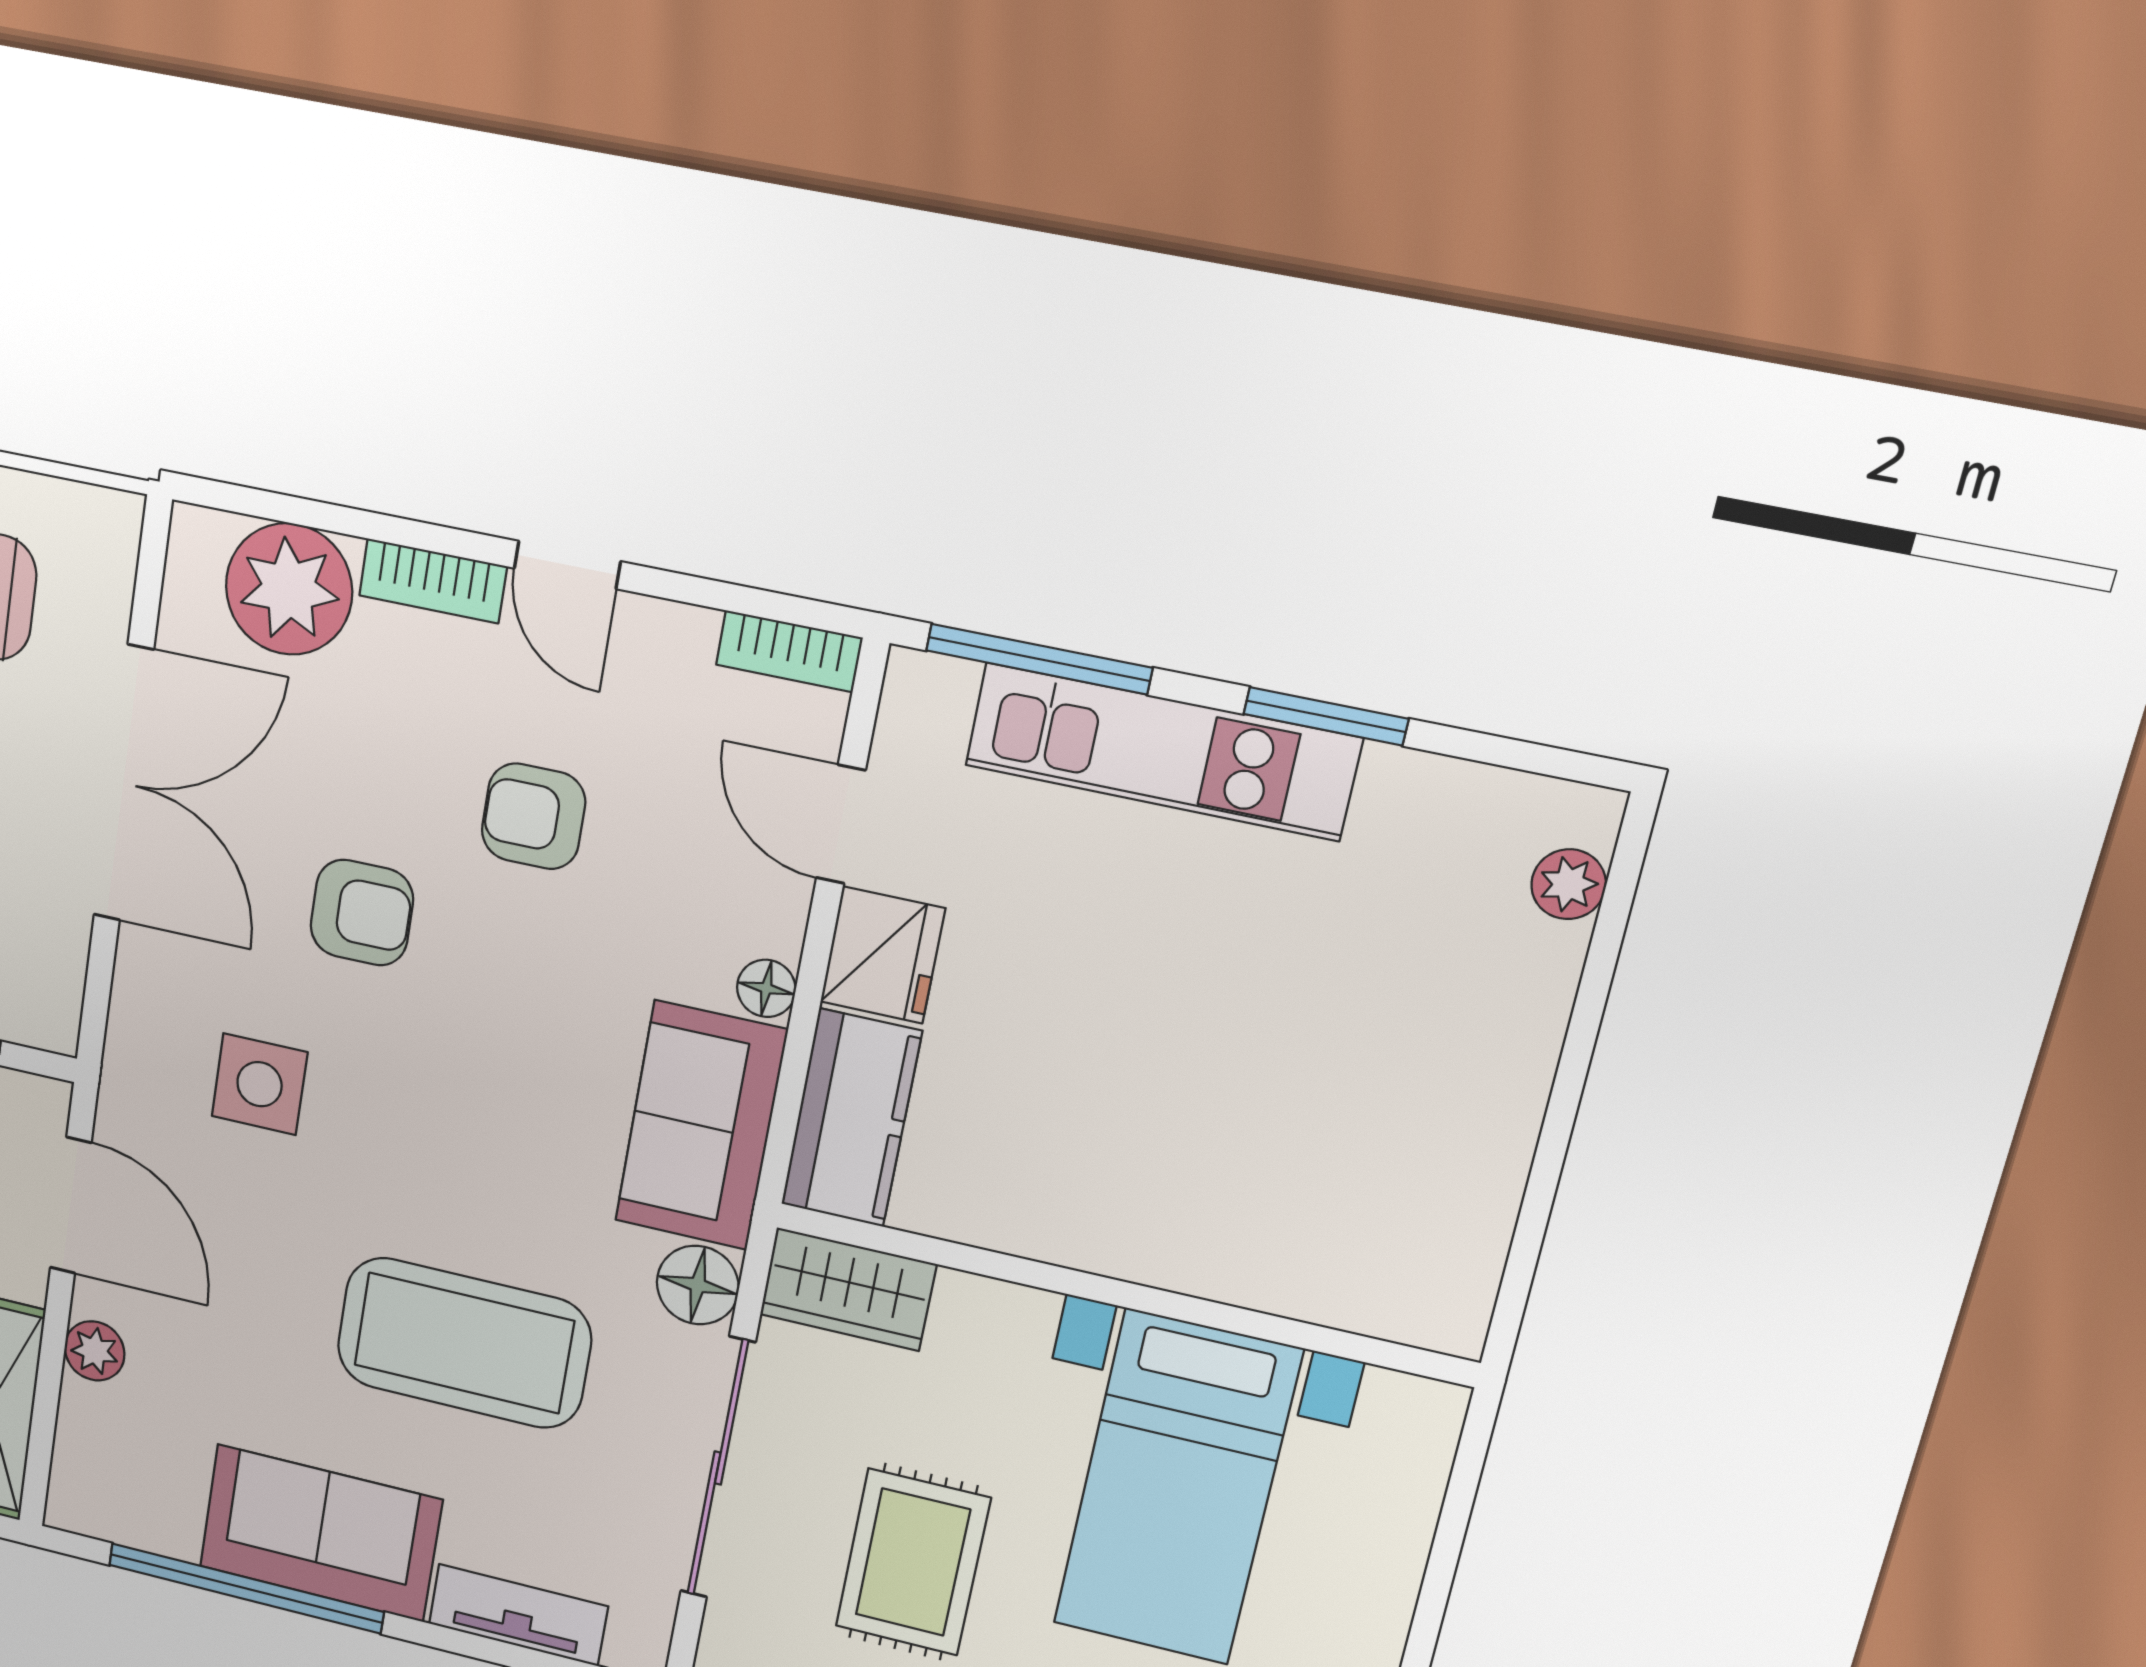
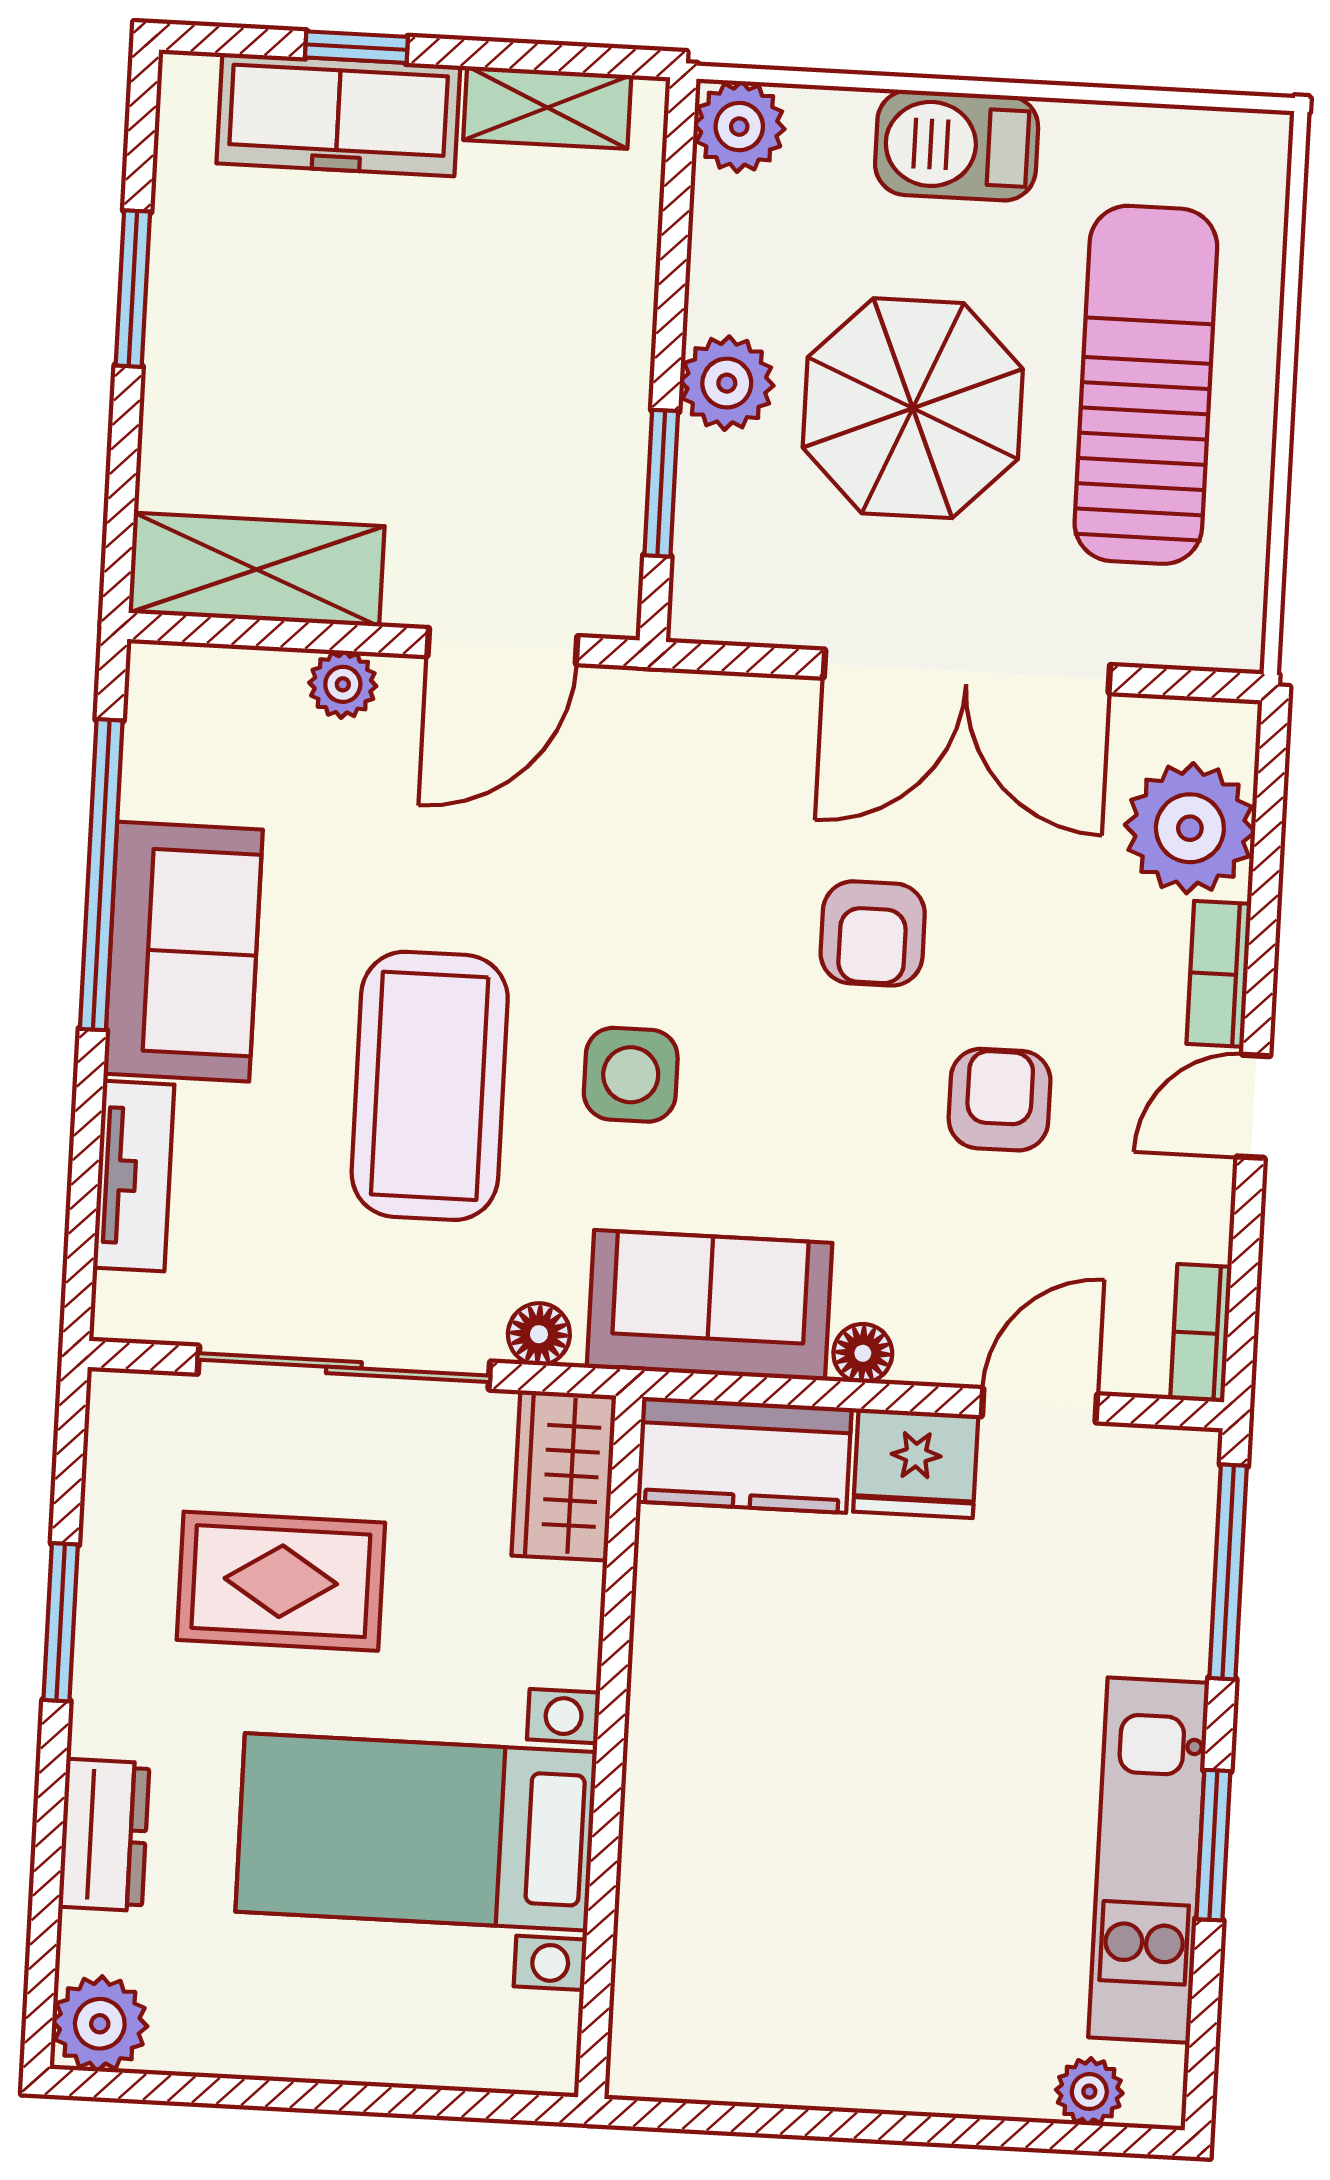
kitchen unit: (1162, 752) -> (1149, 1860), moved
side table: (260, 1084) -> (631, 1075), moved
floor lamp: (698, 1285) -> (539, 1334), width x0.73, depth x0.73

